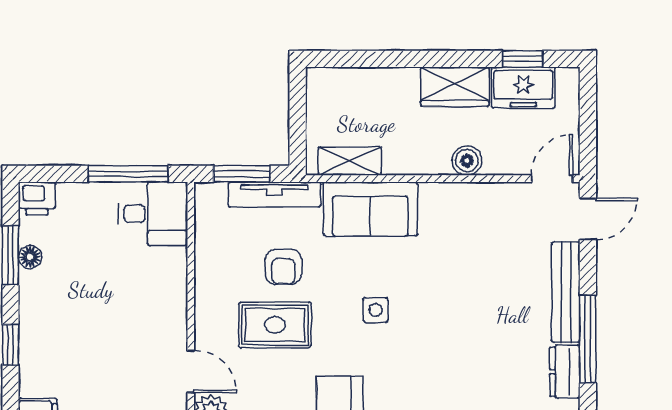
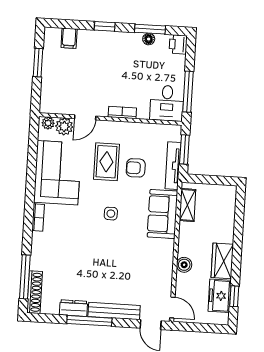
bookcase: (177, 300) -> (122, 112), added

